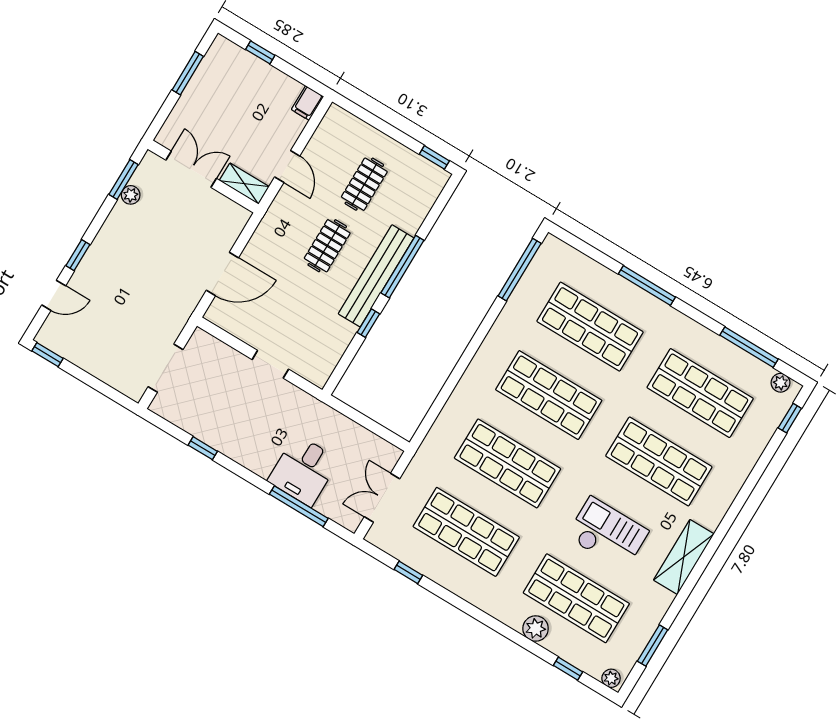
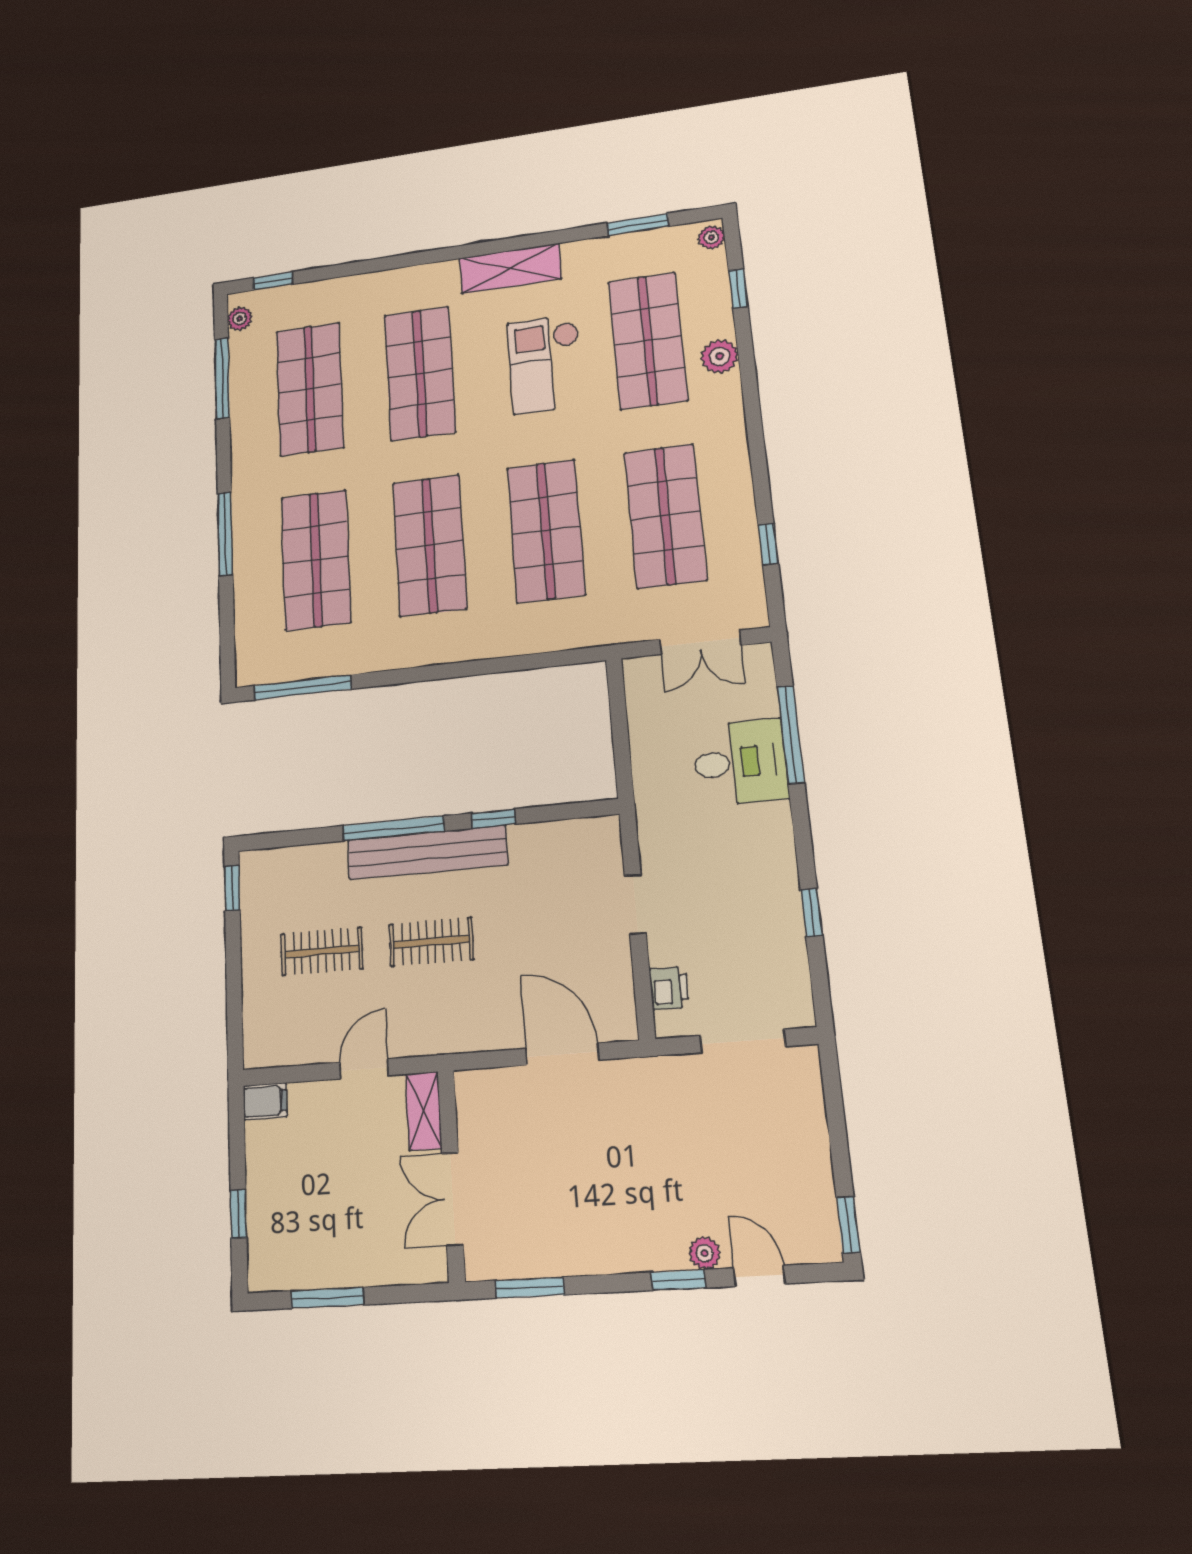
plant: (131, 195) -> (705, 1253), moved
printer: (217, 351) -> (669, 988), added

